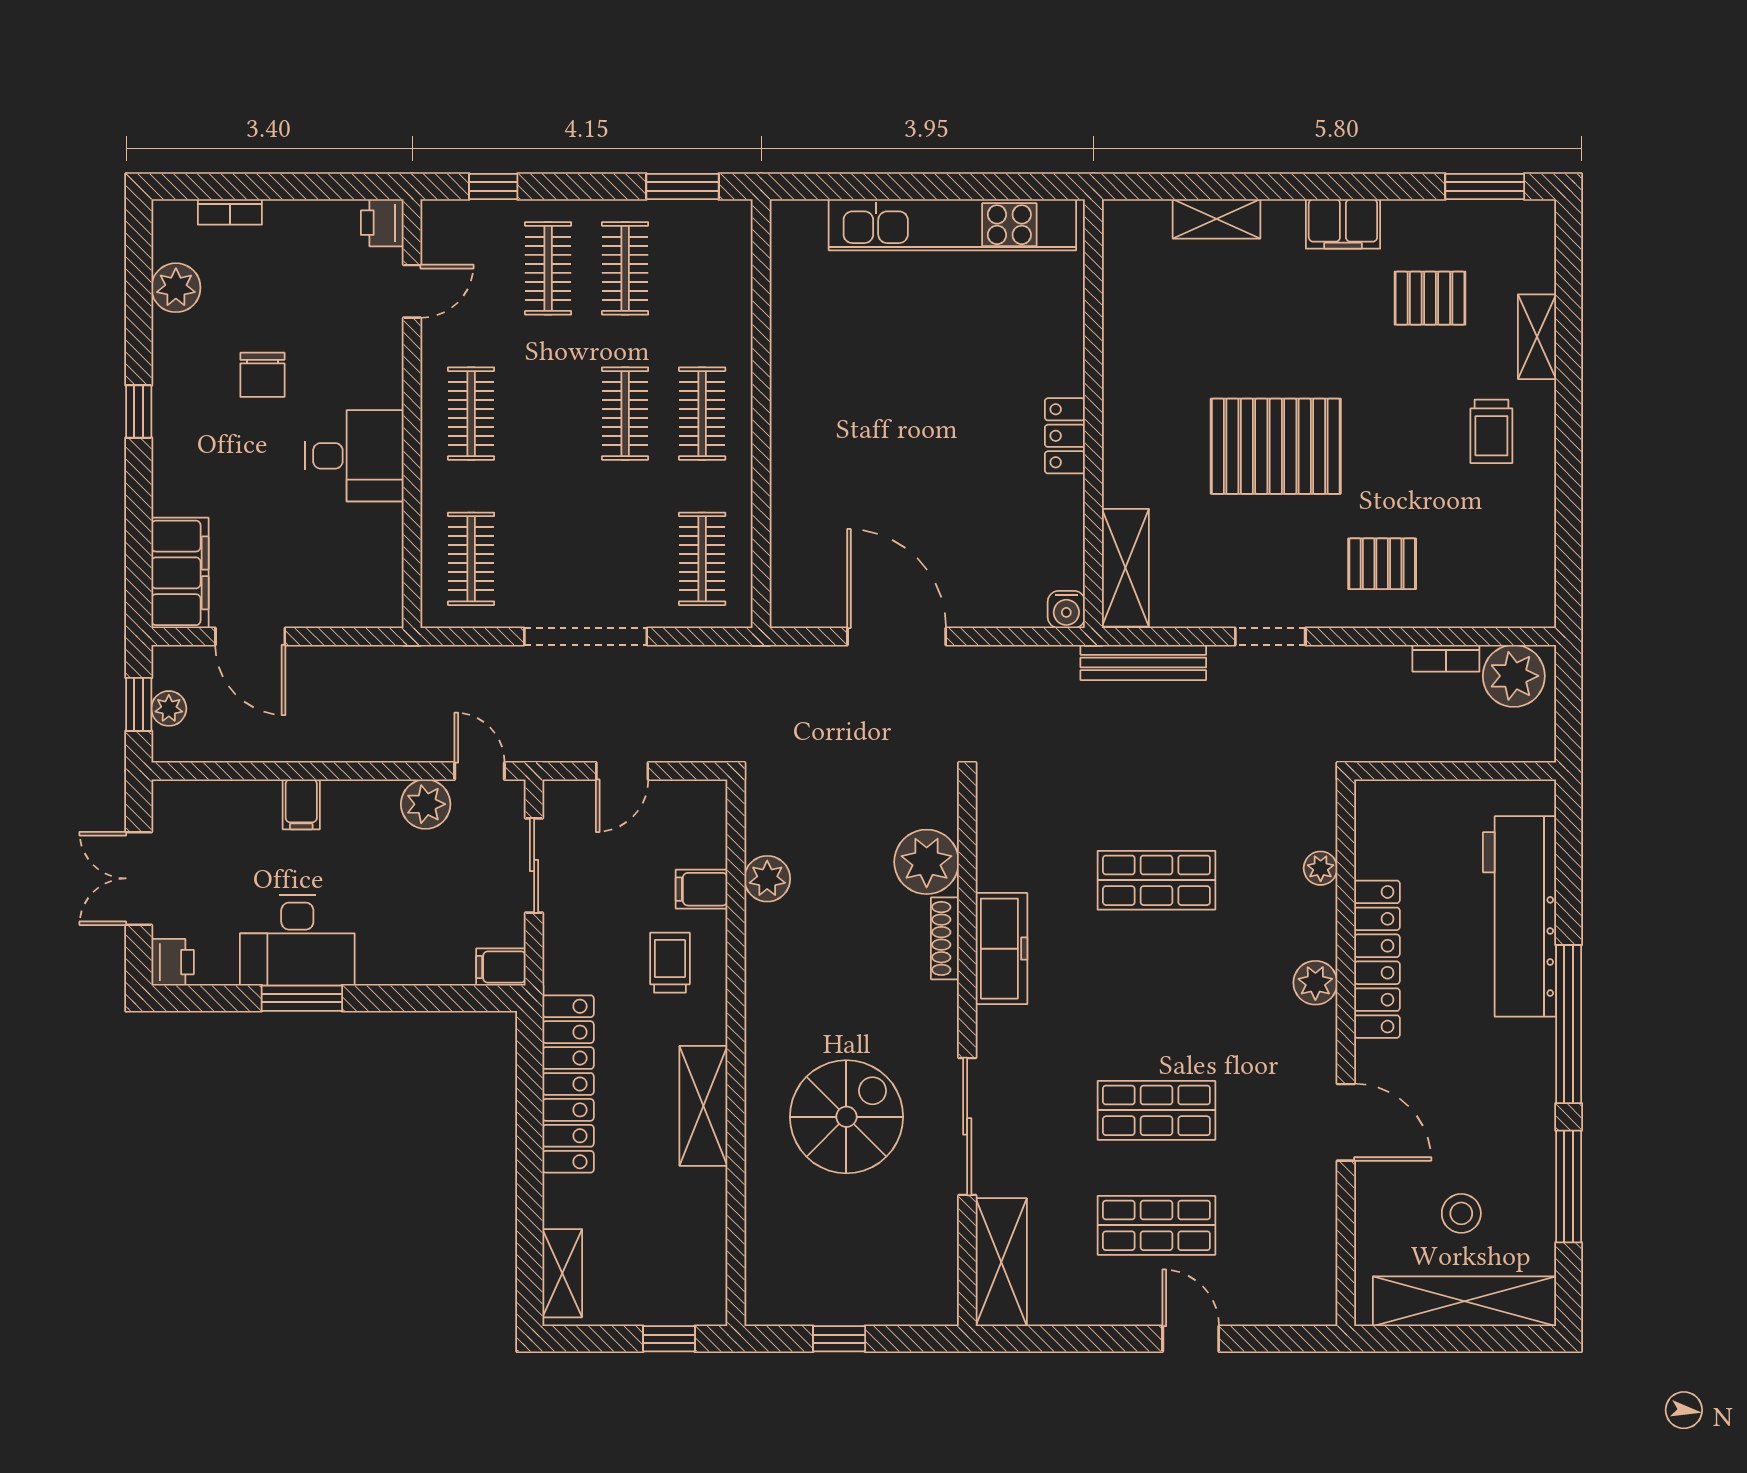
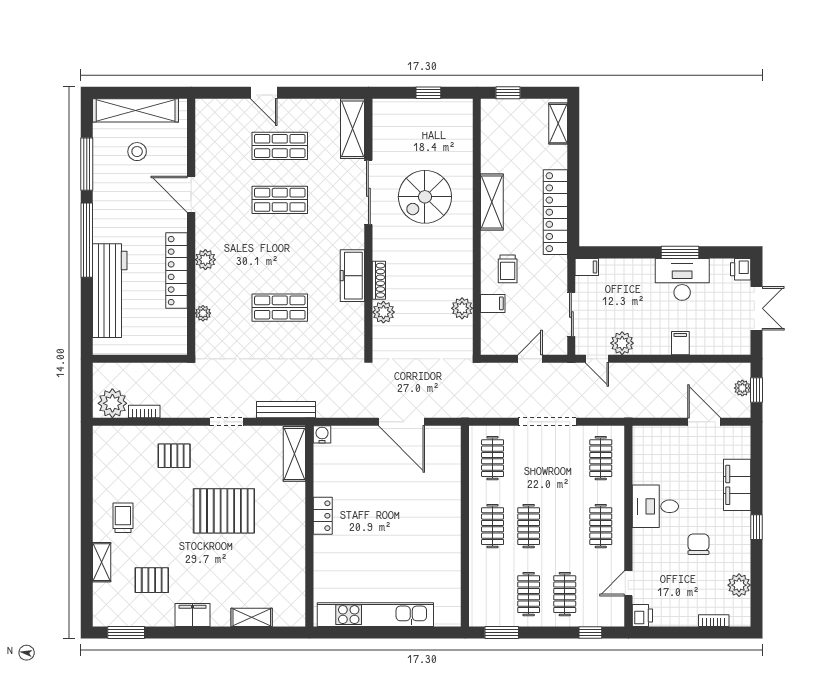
filing cabinet: (180, 573) -> (737, 485), moved
plant: (927, 862) -> (383, 312), width x0.73, depth x0.73

